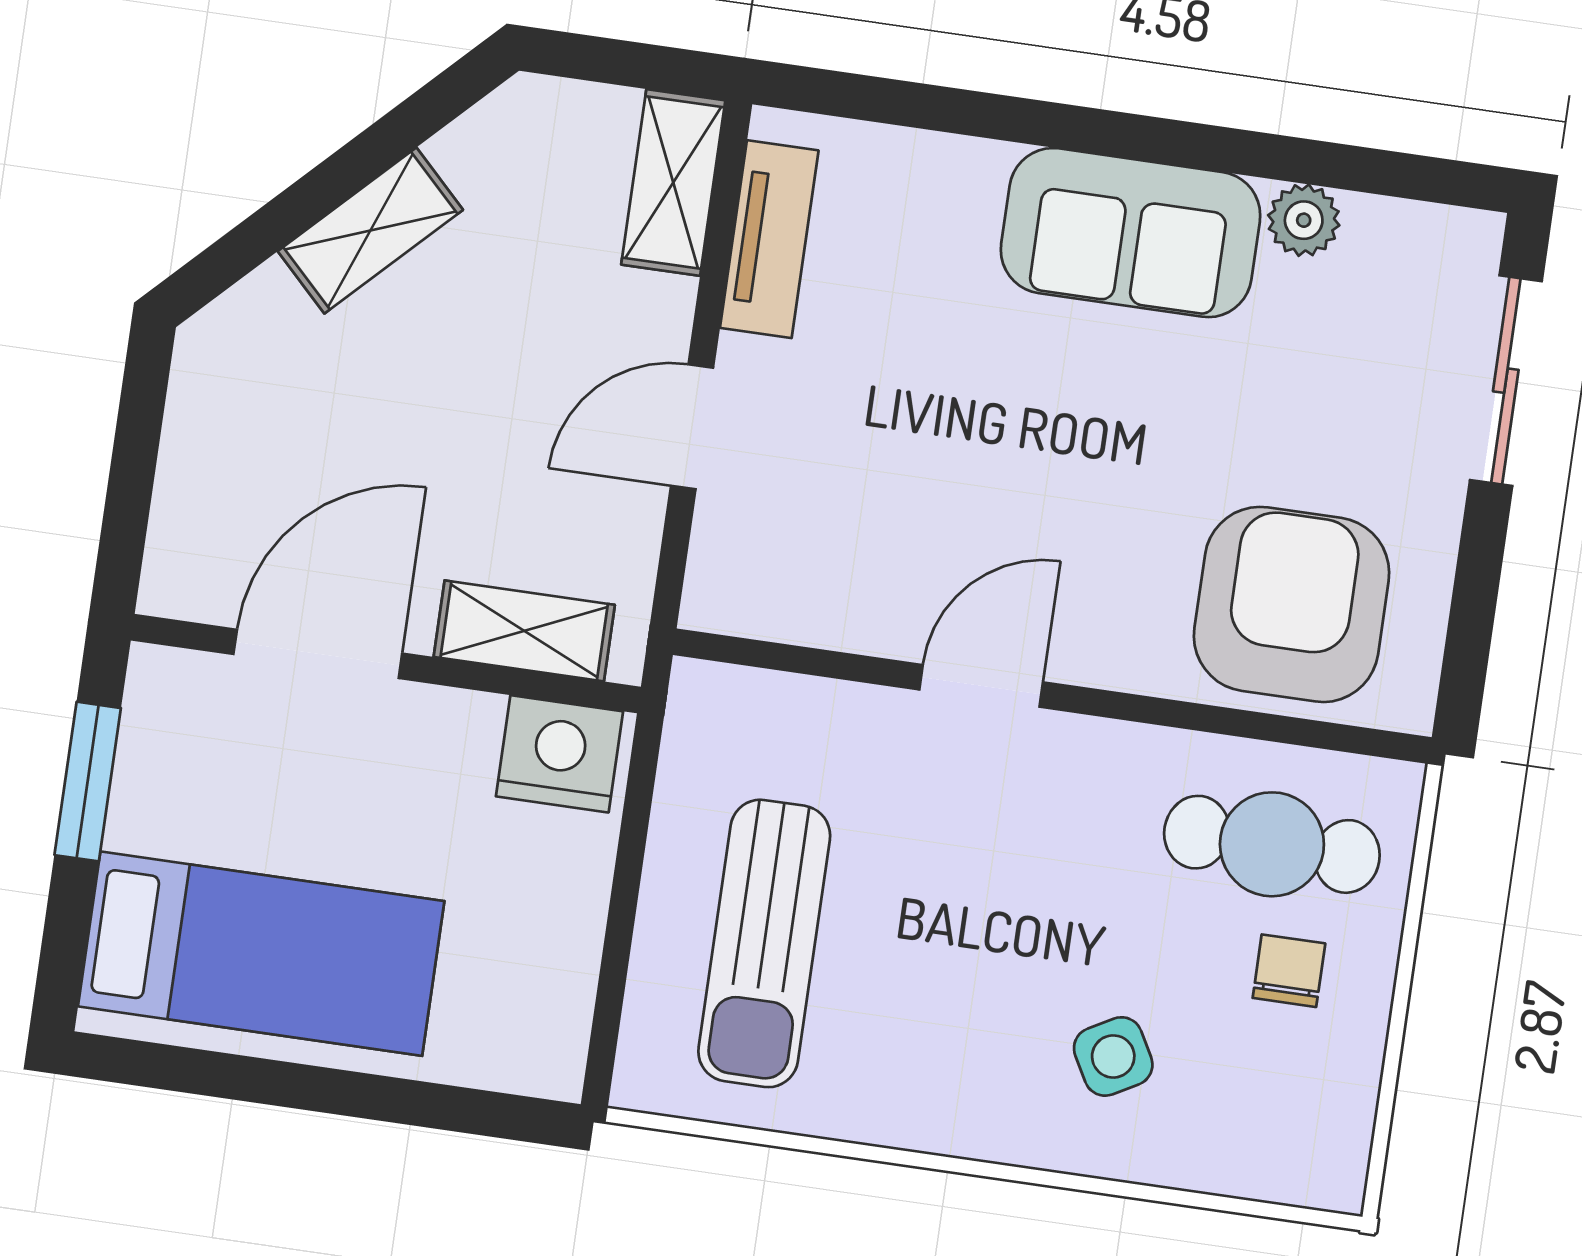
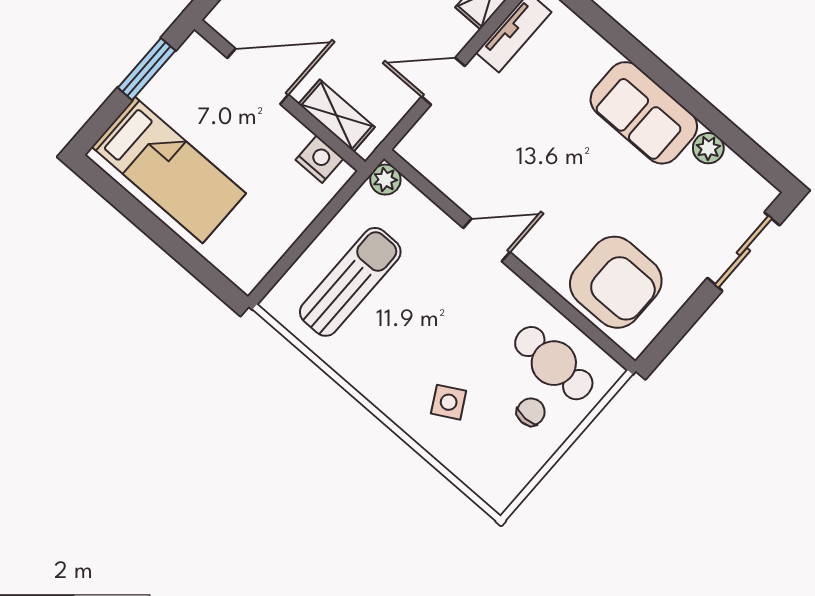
armchair: (1292, 604) -> (616, 282), turned 90
plant: (703, 696) -> (385, 180), added
nightstand: (559, 754) -> (320, 159), width x0.74, depth x0.75
sun lounger: (764, 943) -> (350, 282), turned 180

